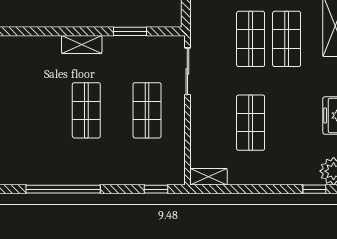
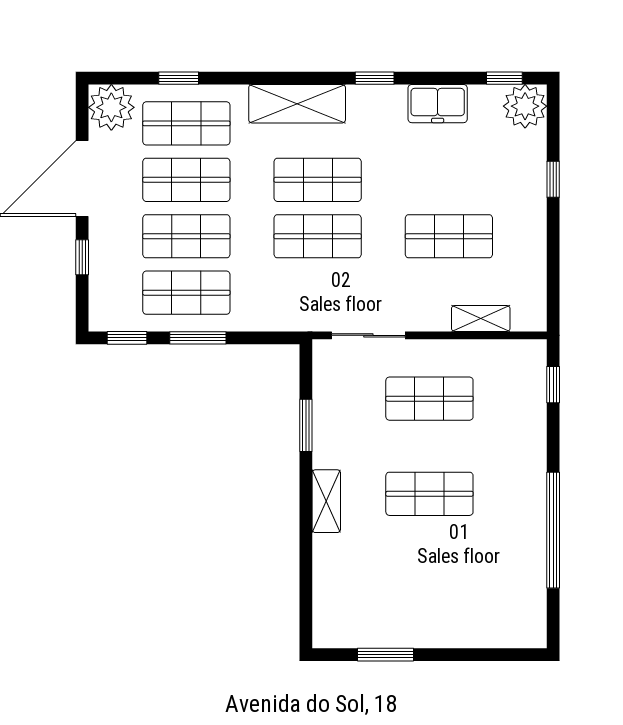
shelving: (208, 177) -> (481, 318), moved, turned 90
window: (314, 189) -> (553, 179), moved

